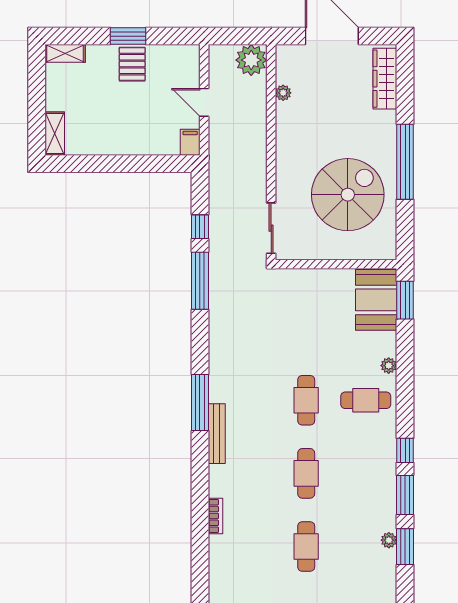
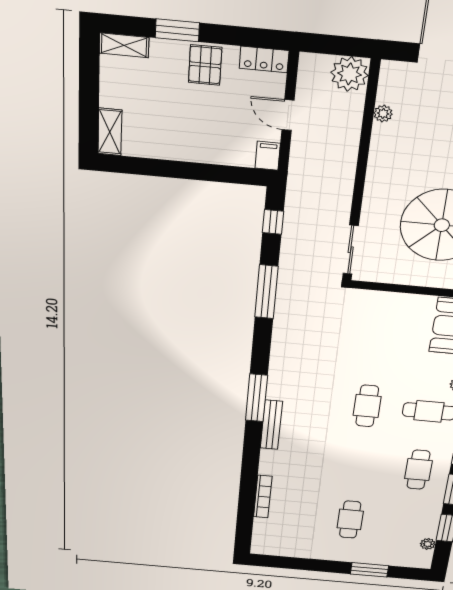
window: (128, 36) -> (177, 30), moved
locker: (180, 54) -> (264, 60), added
window: (200, 227) -> (273, 222), moved
cafe table: (306, 473) -> (418, 470), moved
bookcase: (215, 516) -> (263, 497), width x1.56
plant: (389, 540) -> (428, 544), moved

